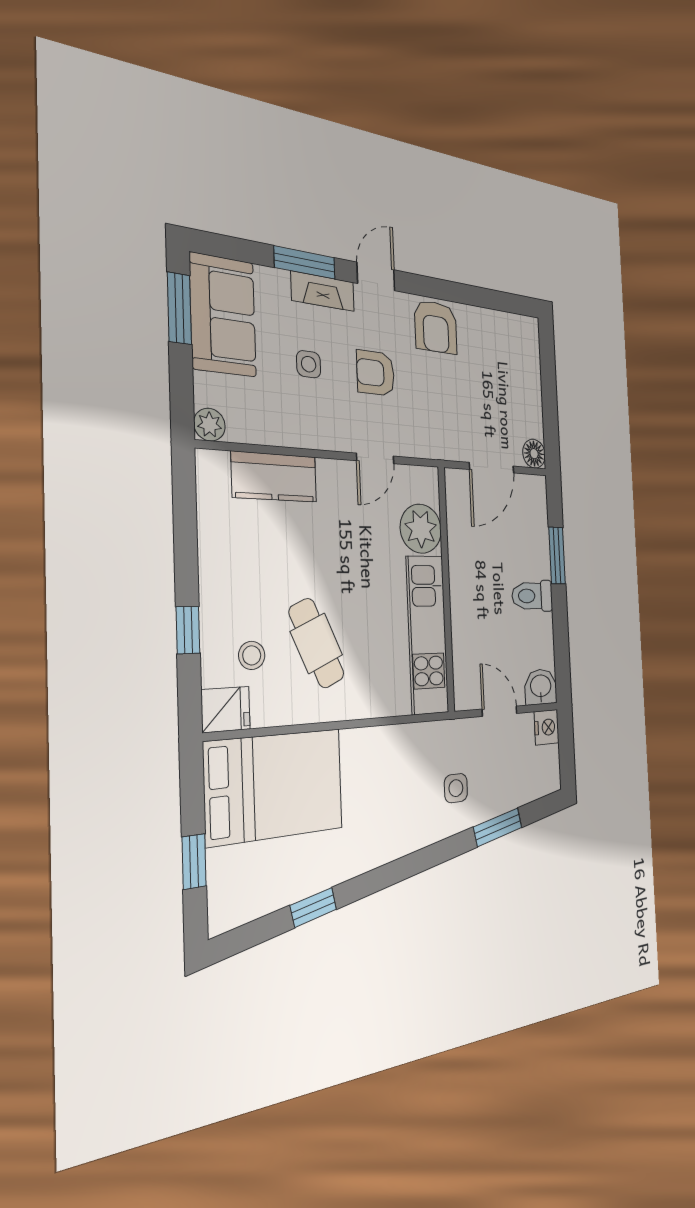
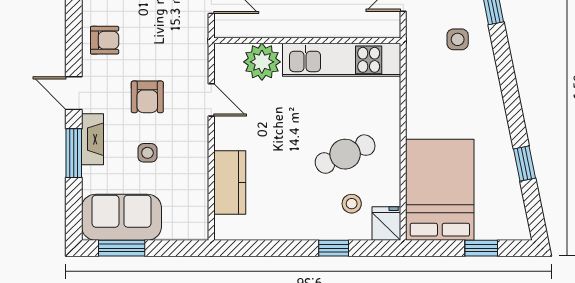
armchair: (436, 327) -> (105, 40), width x0.72, depth x0.72
plant: (209, 425) -> (198, 229), removed

